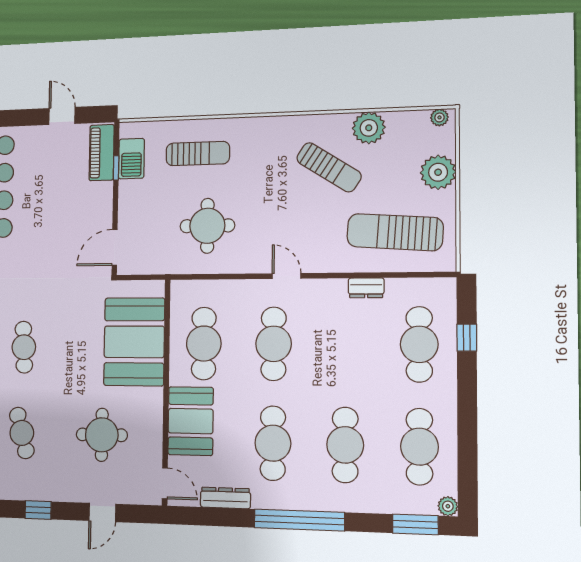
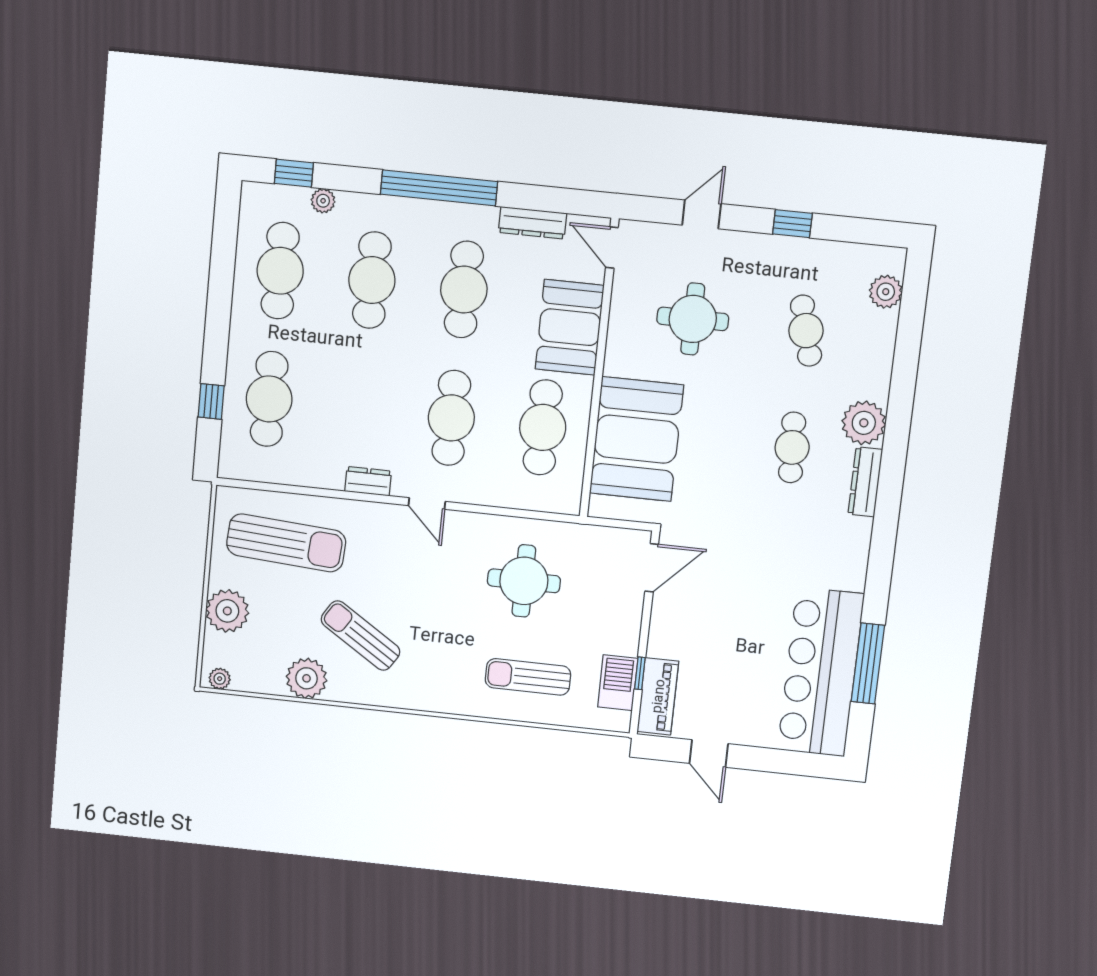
dresser: (366, 288) -> (368, 481), moved
plant: (448, 506) -> (323, 201), moved
window: (415, 524) -> (294, 173), width x0.67

